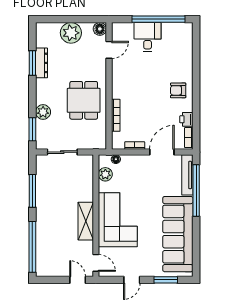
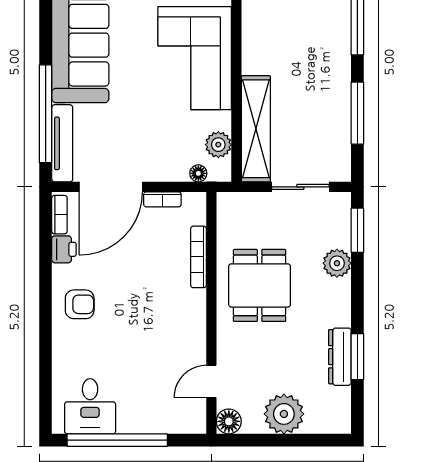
desk: (148, 37) -> (90, 406), moved
door: (162, 152) -> (111, 187), width x1.36
shelving: (86, 221) -> (256, 129), moved, width x1.47

